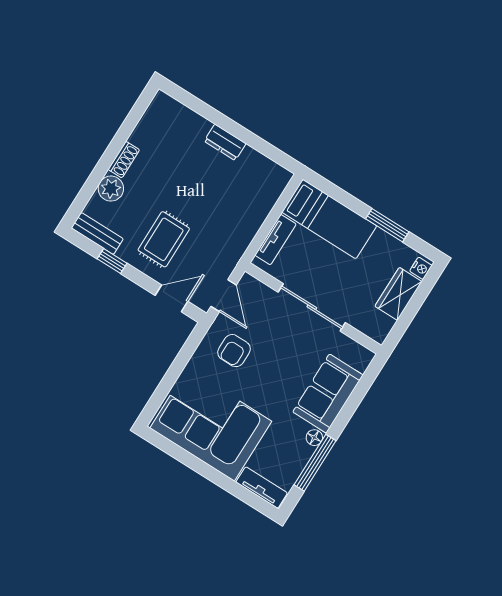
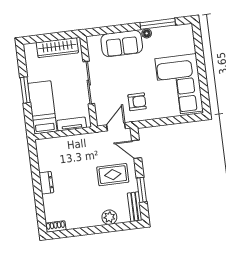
shoe rack: (124, 160) -> (56, 227), moved
window: (387, 225) -> (25, 90), moved
window: (112, 261) -> (142, 190), width x1.50
nightstand: (421, 268) -> (31, 48), removed
wardrobe: (398, 294) -> (57, 48), width x1.50
tv unit: (262, 488) -> (189, 39), removed

